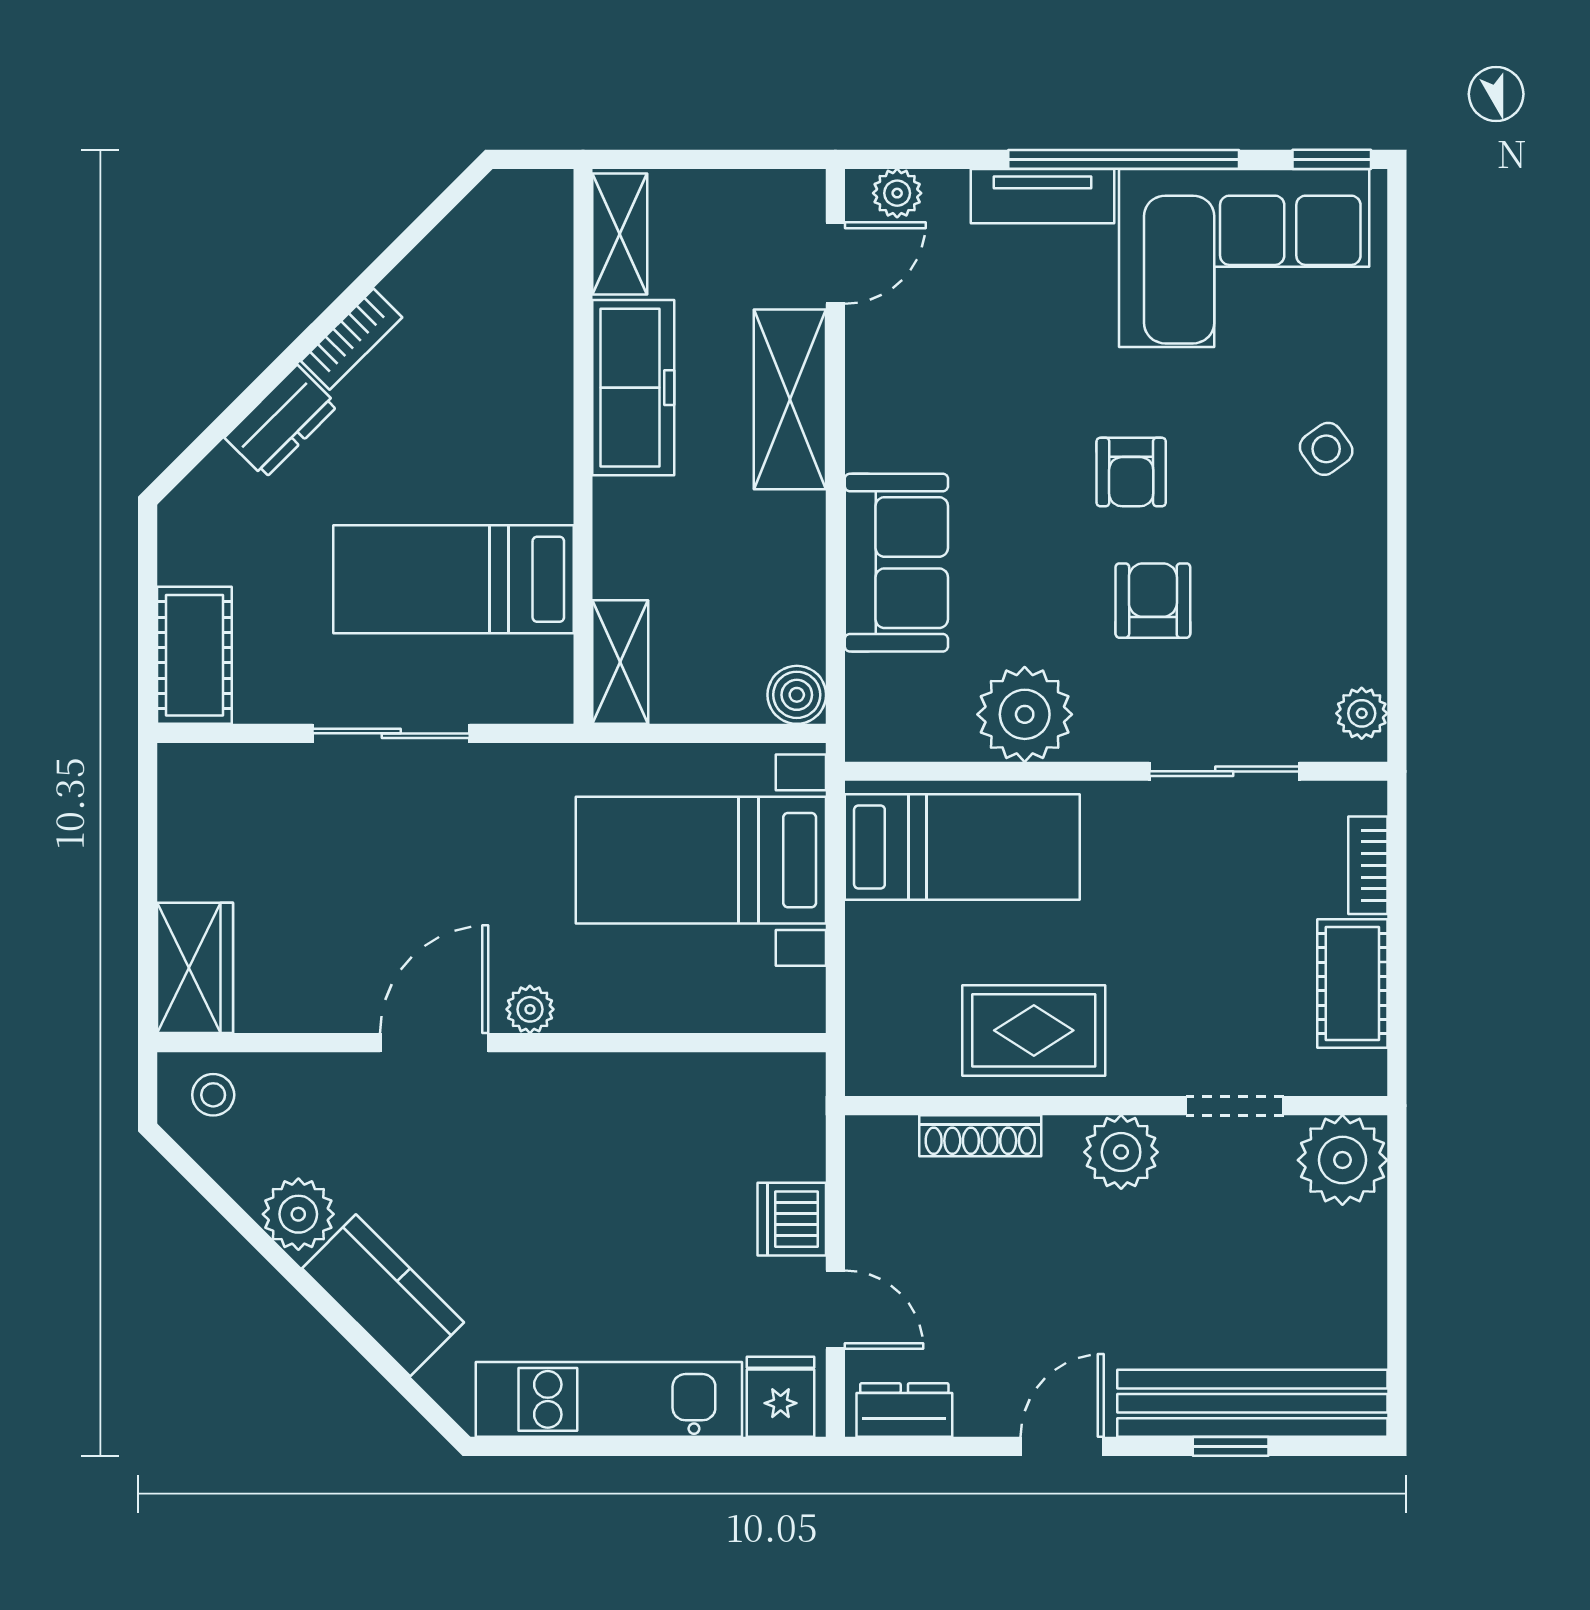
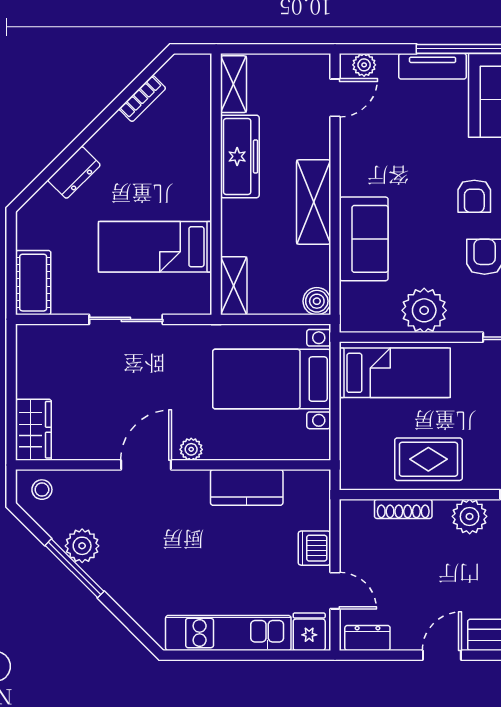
bookcase: (352, 339) -> (142, 98), moved
shelving: (790, 399) -> (314, 202), moved
window: (282, 1262) -> (74, 568), added
kitchen counter: (383, 1295) -> (247, 487), moved, turned 135

